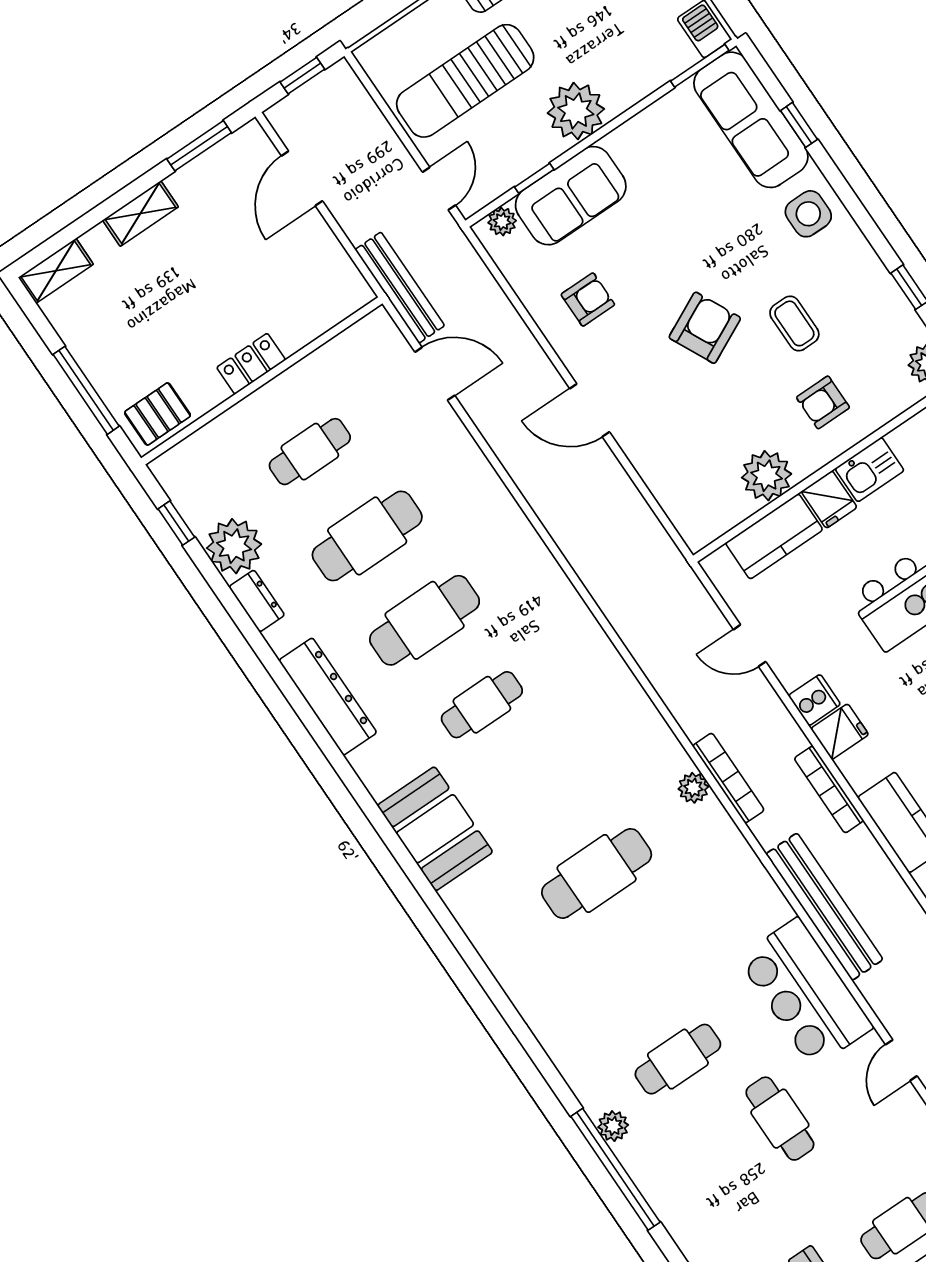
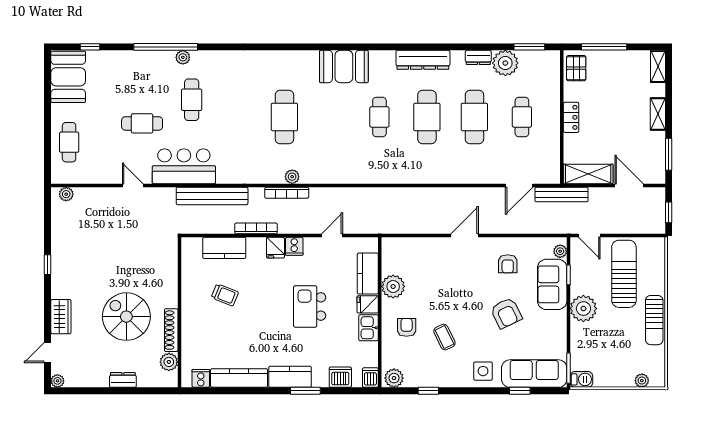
shelving: (331, 265) -> (588, 174), added
coffee table: (794, 323) -> (444, 337), turned 64
armchair: (705, 328) -> (506, 313), moved
window: (176, 523) -> (529, 47), width x1.50

